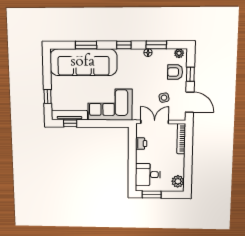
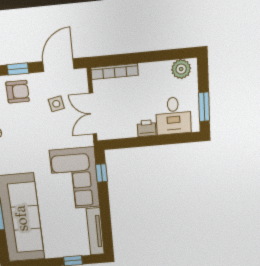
armchair: (175, 72) -> (18, 92), turned -90
window: (70, 123) -> (102, 173), moved
printer: (141, 144) -> (147, 128), moved

